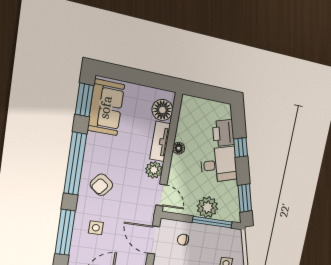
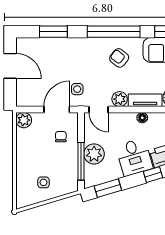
armchair: (101, 185) -> (119, 58), moved
door: (161, 195) -> (99, 110), hinge flipped
side table: (96, 228) -> (77, 89), moved
window: (65, 232) -> (53, 32), width x0.69

